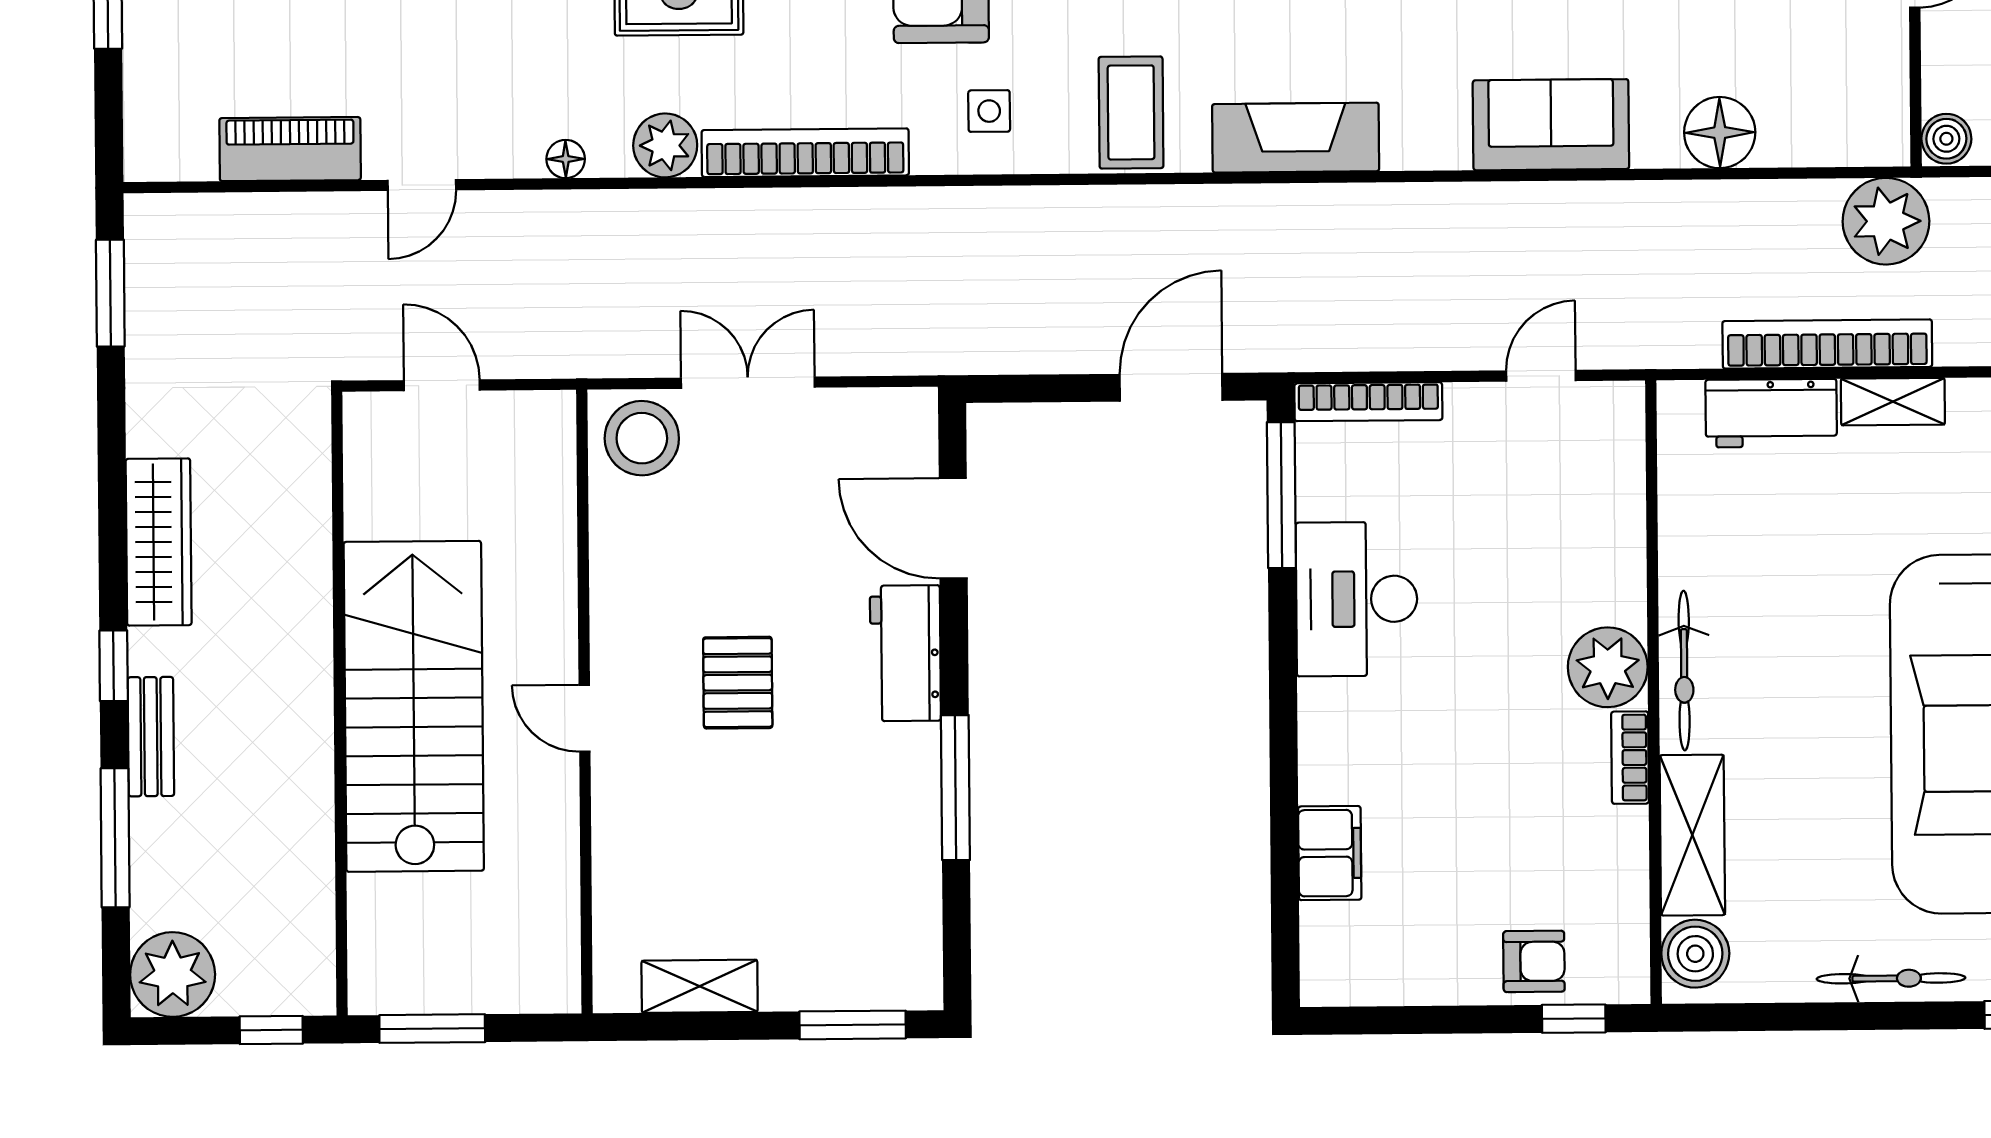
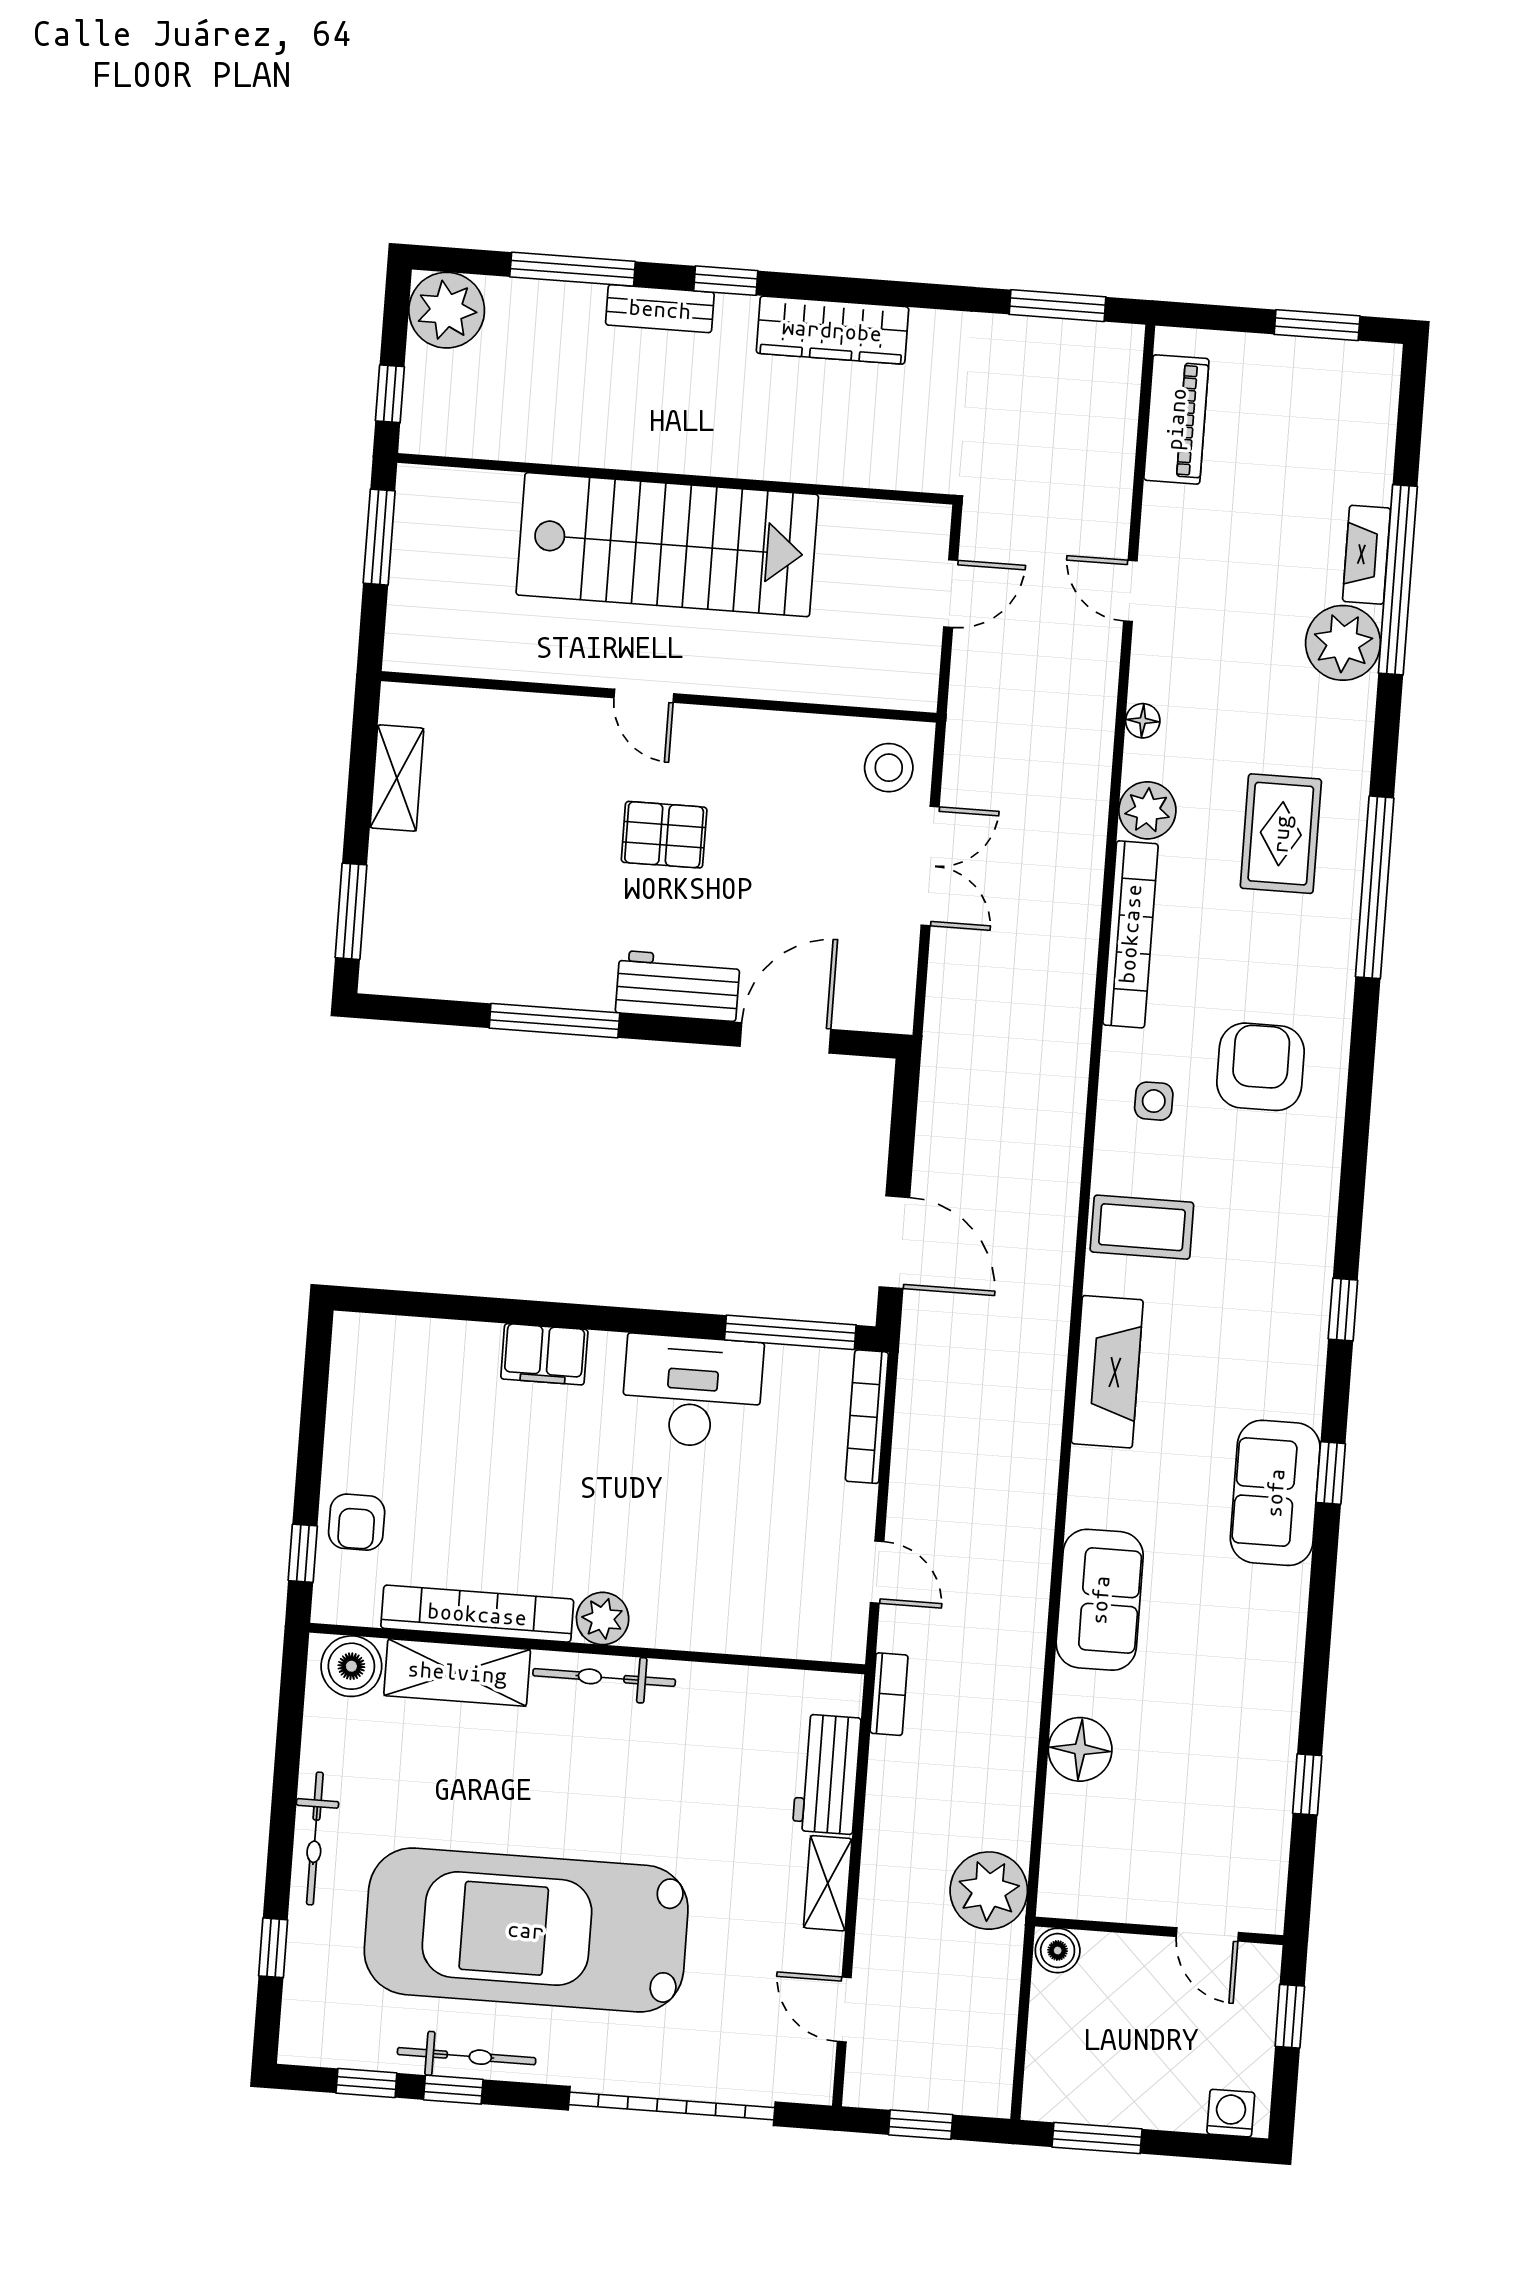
piano: (290, 149) -> (1176, 419), moved
bookcase: (1827, 344) -> (889, 1694), moved, width x0.43, depth x0.76
stool: (642, 438) -> (889, 768), width x0.73, depth x0.73
plant: (1608, 667) -> (603, 1619), width x0.73, depth x0.73
door: (585, 718) -> (644, 696), swing flipped
bookcase: (1630, 758) -> (477, 1614), width x2.31, depth x1.31
filing cabinet: (1330, 853) -> (544, 1354), moved

